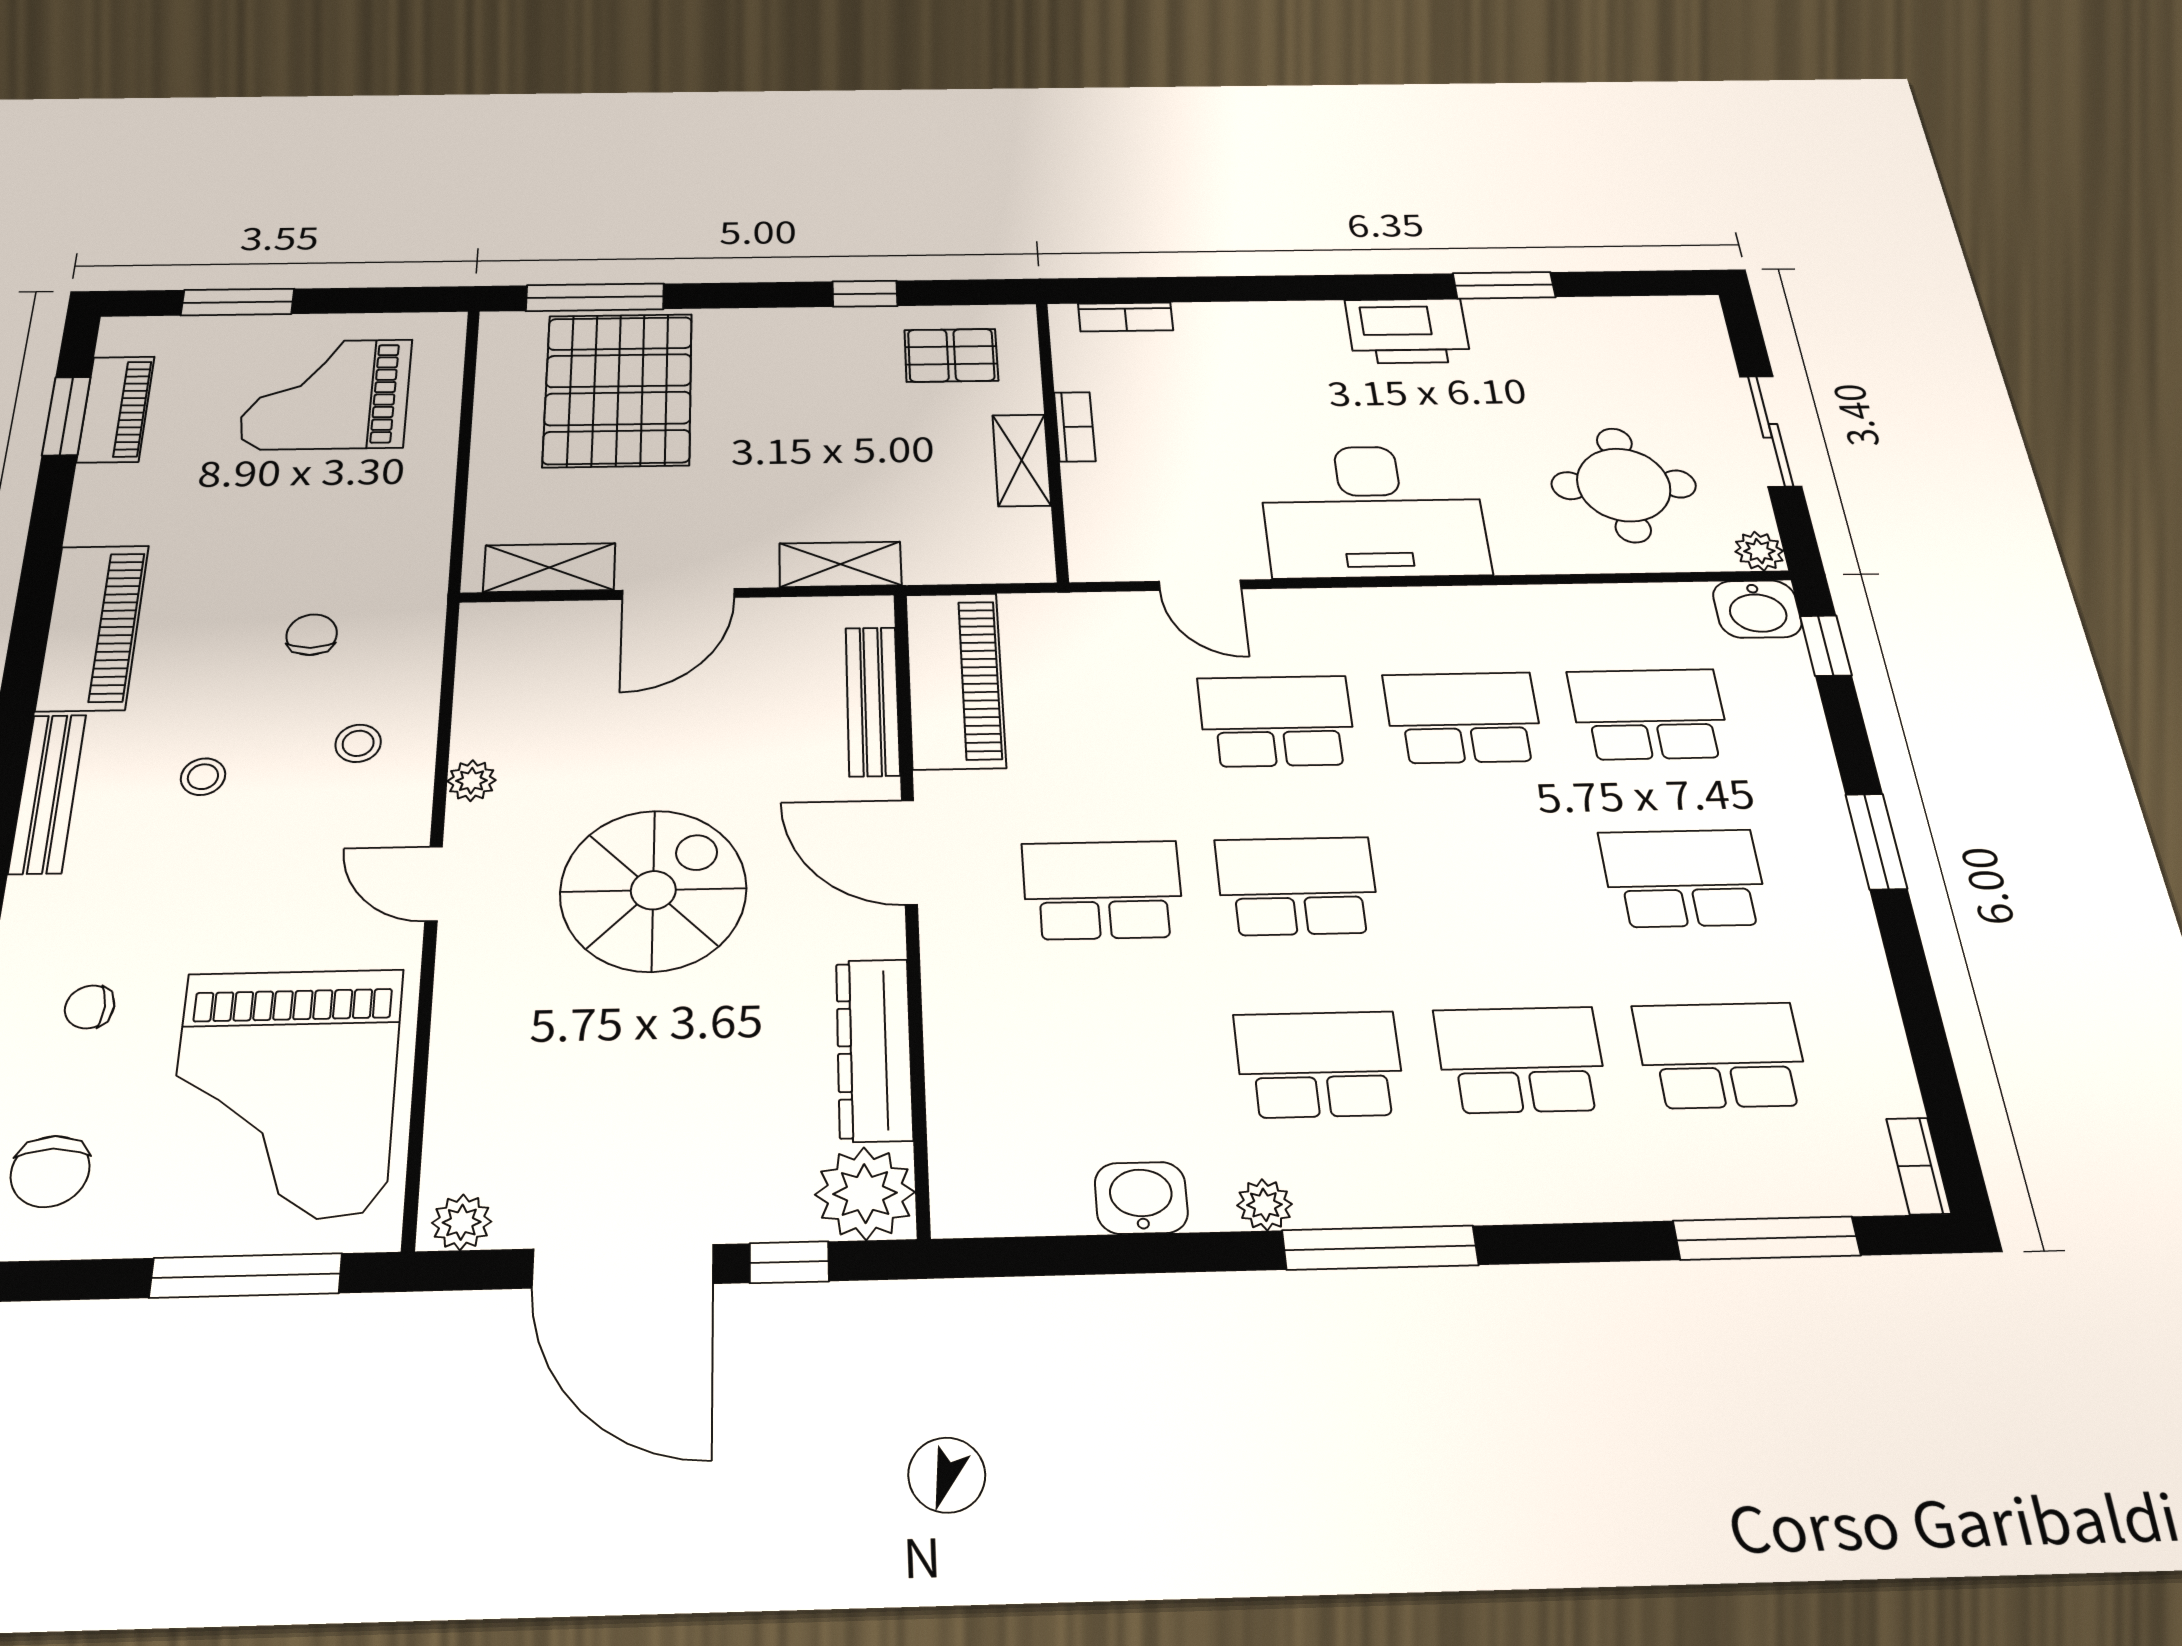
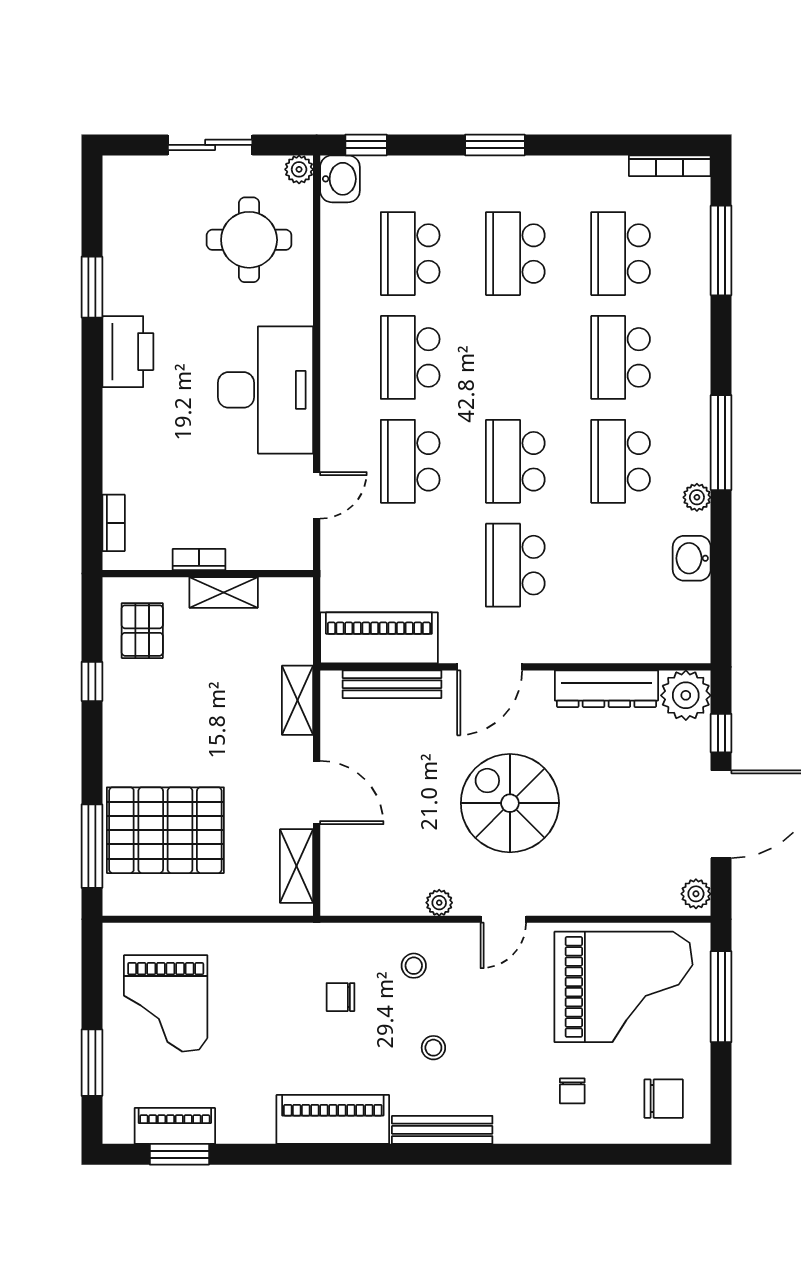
bookcase: (1919, 1166) -> (670, 166), width x1.56

